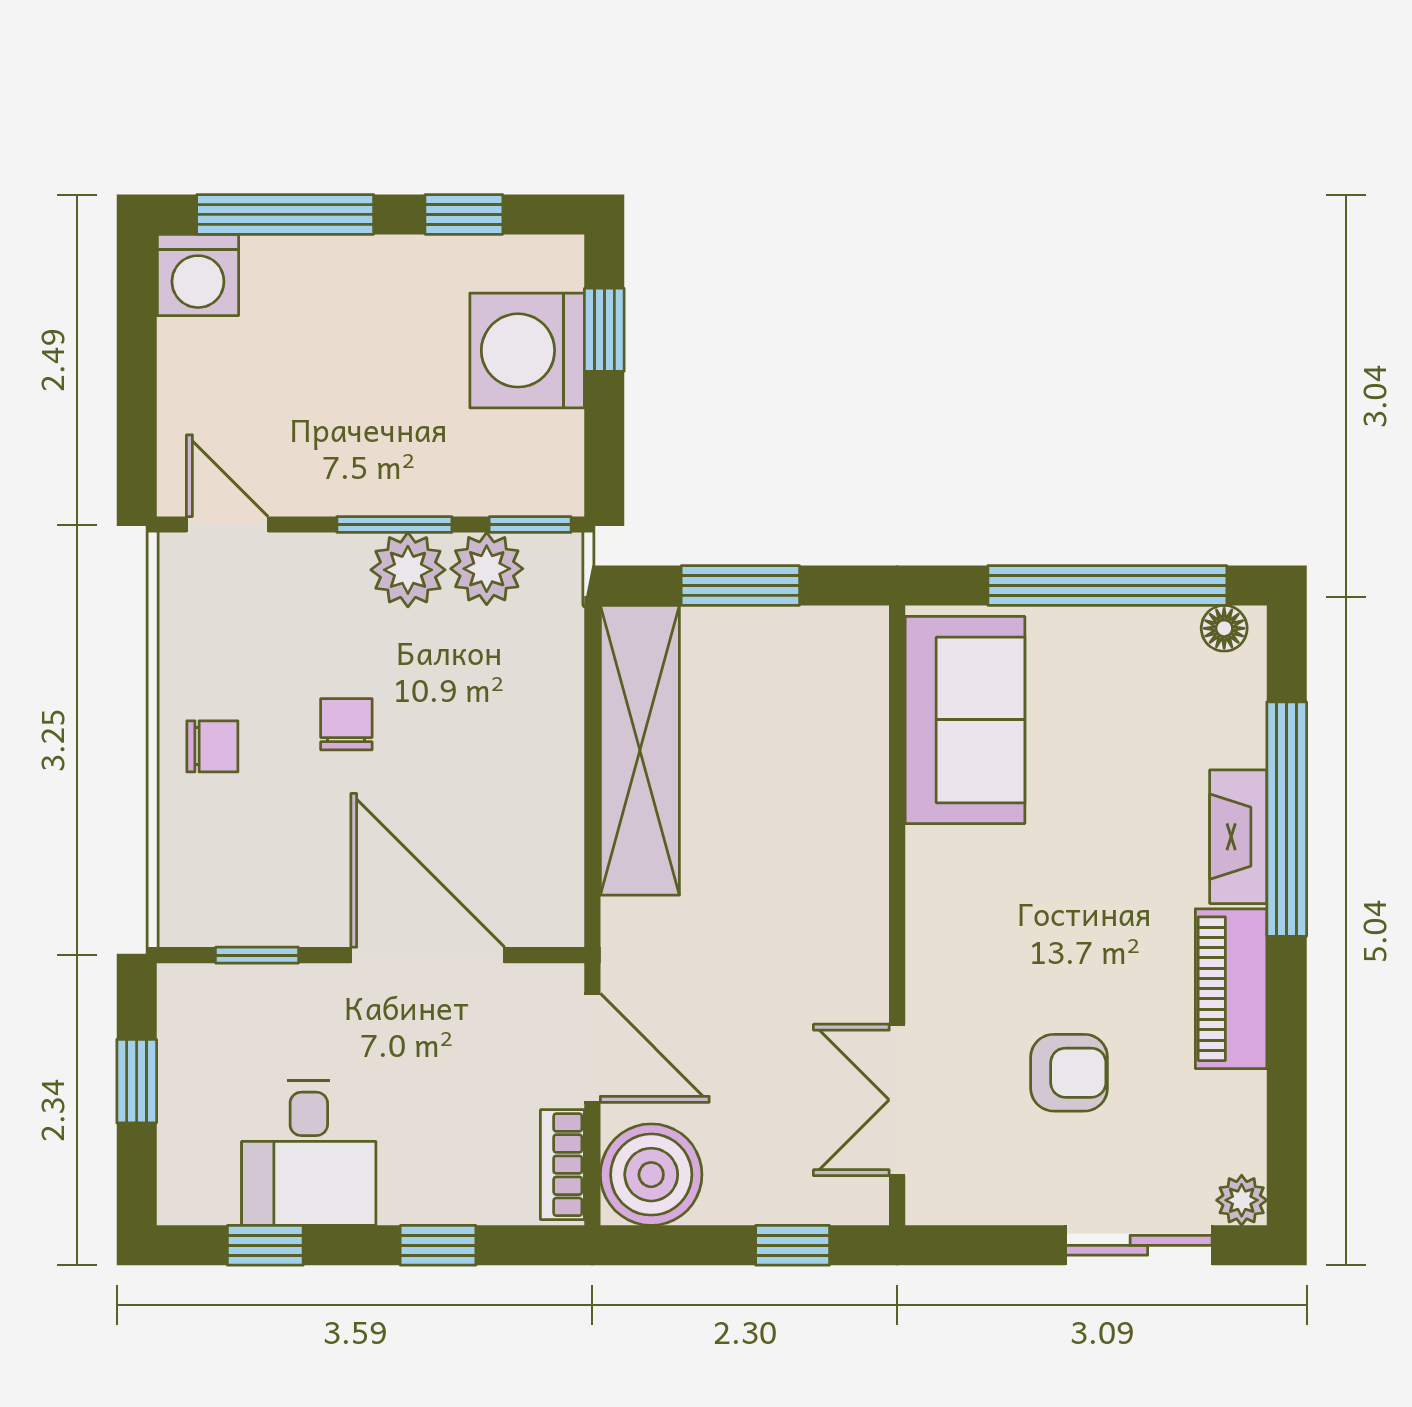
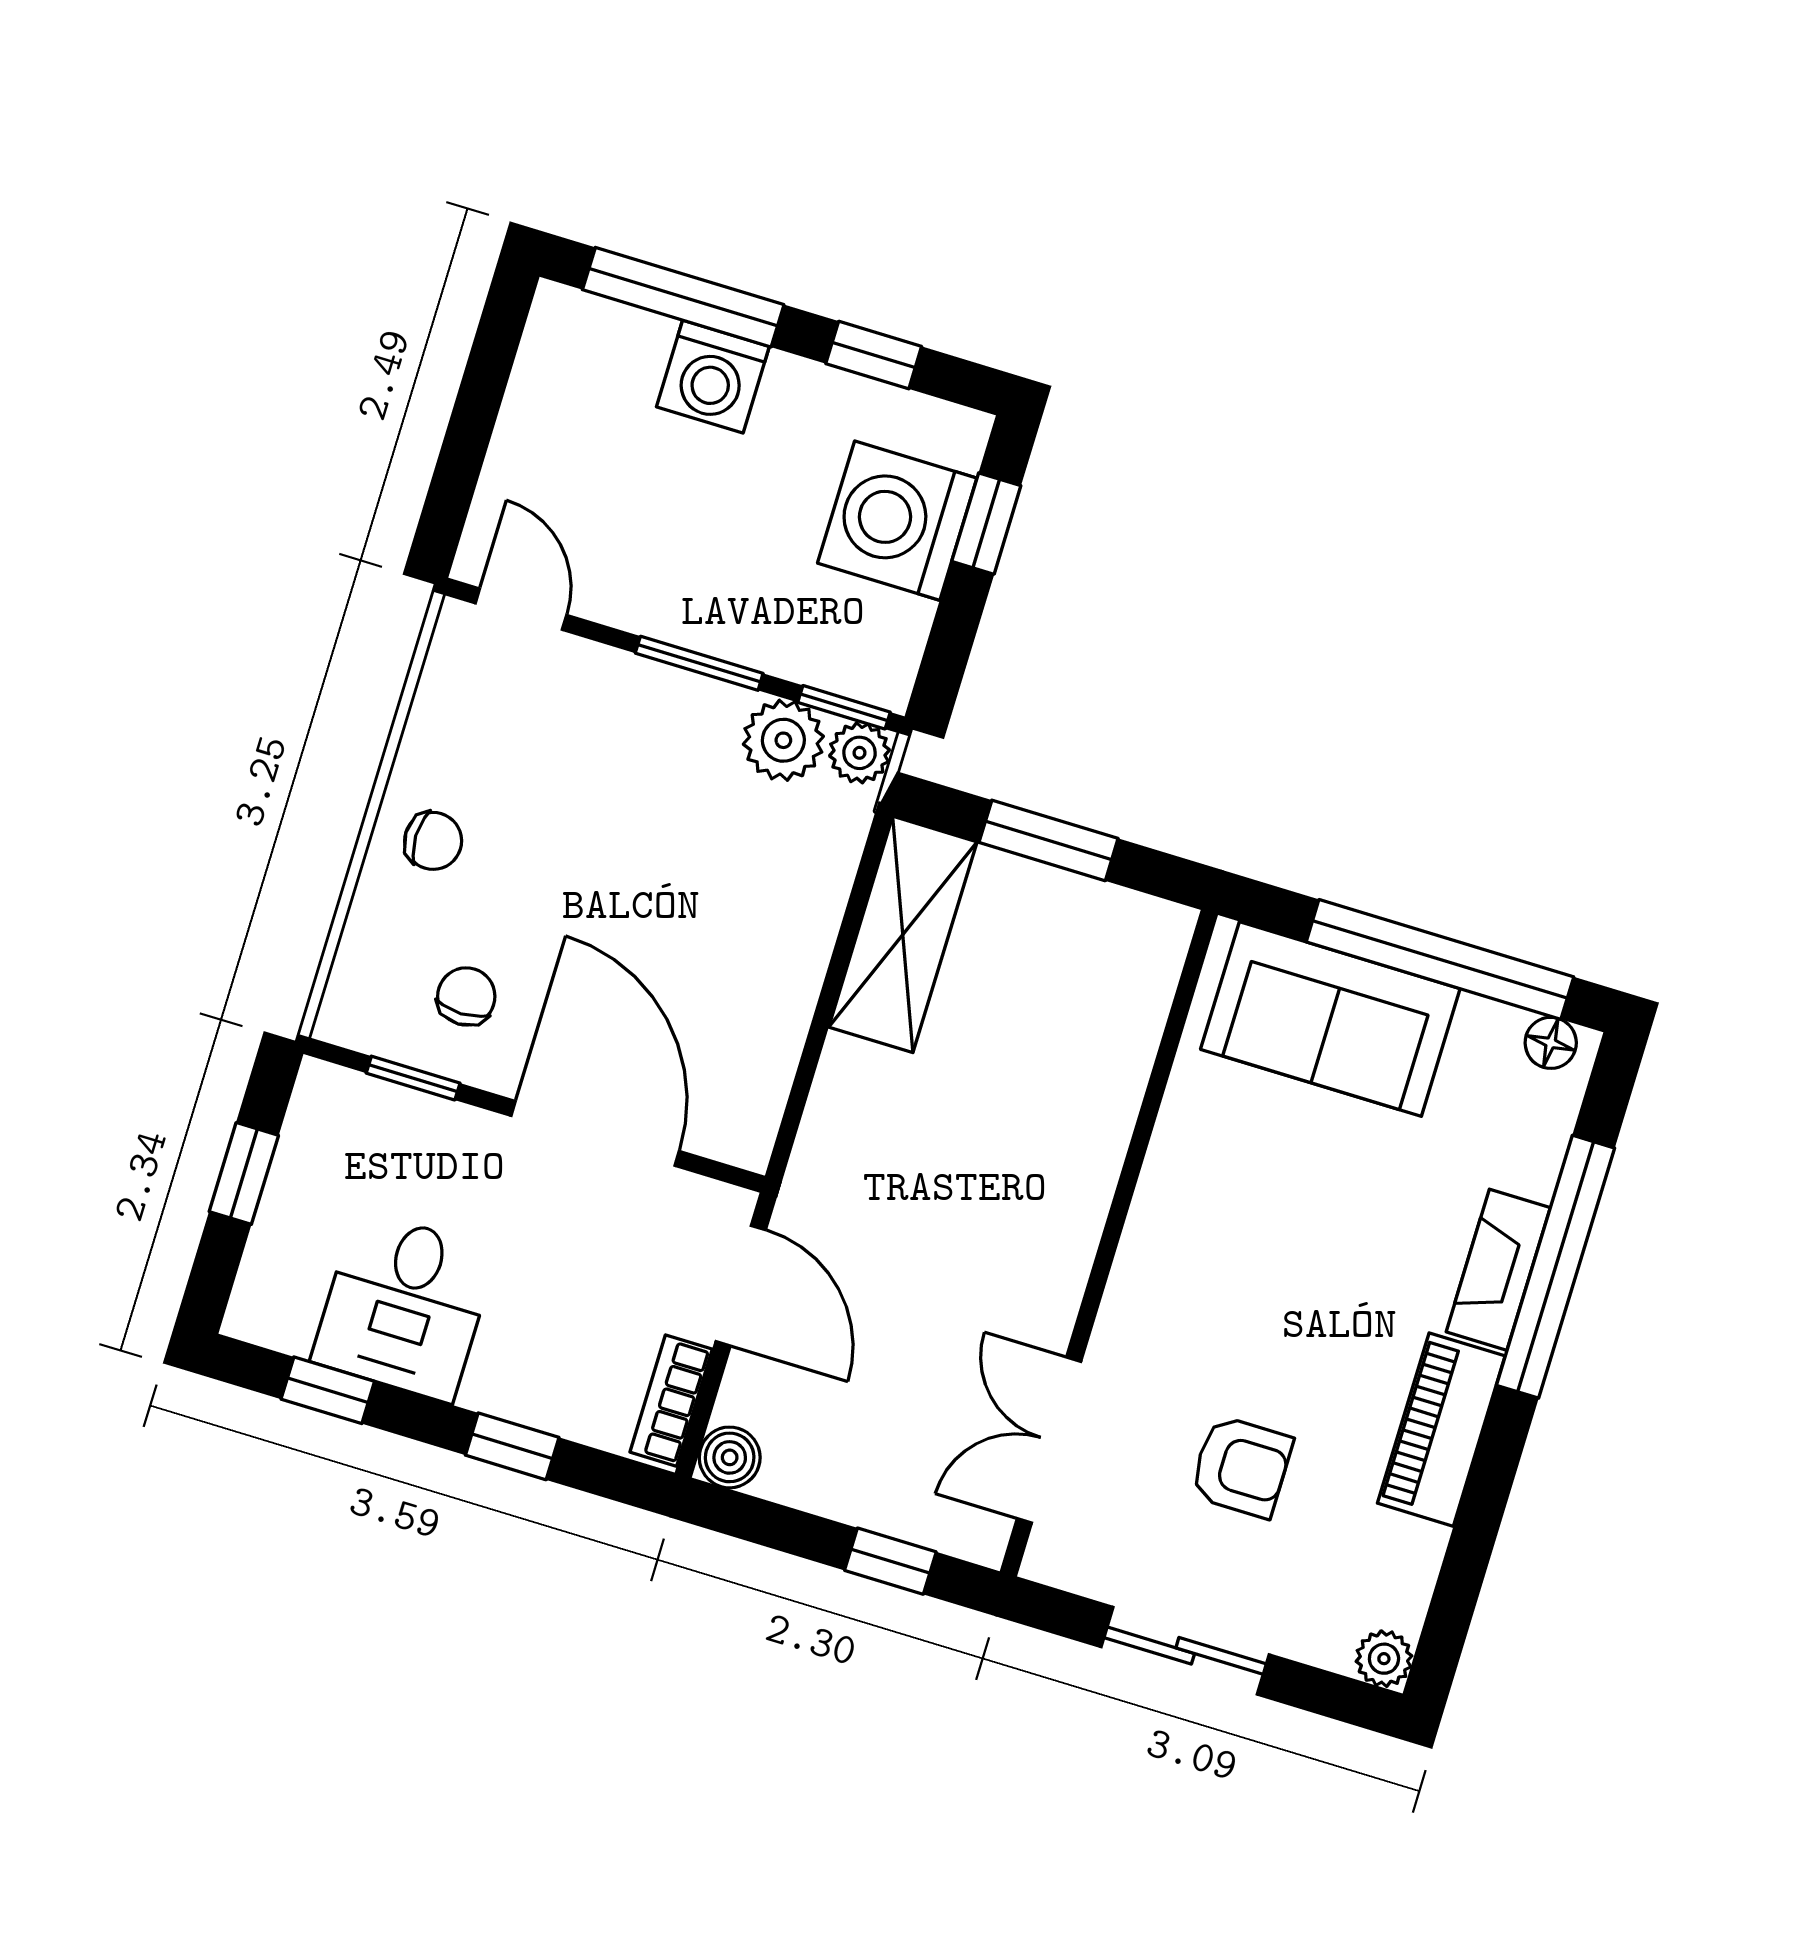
washing machine: (198, 275) -> (713, 377), moved
plant: (408, 570) -> (859, 753), moved, width x0.73, depth x0.73
sofa: (965, 720) -> (1330, 1019), moved, turned 90
chair: (346, 724) -> (466, 996), moved
shelving: (640, 750) -> (903, 934), width x0.68
boiler: (651, 1175) -> (730, 1457), width x0.54, depth x0.54
sliding door: (1139, 1245) -> (1185, 1651), moved

